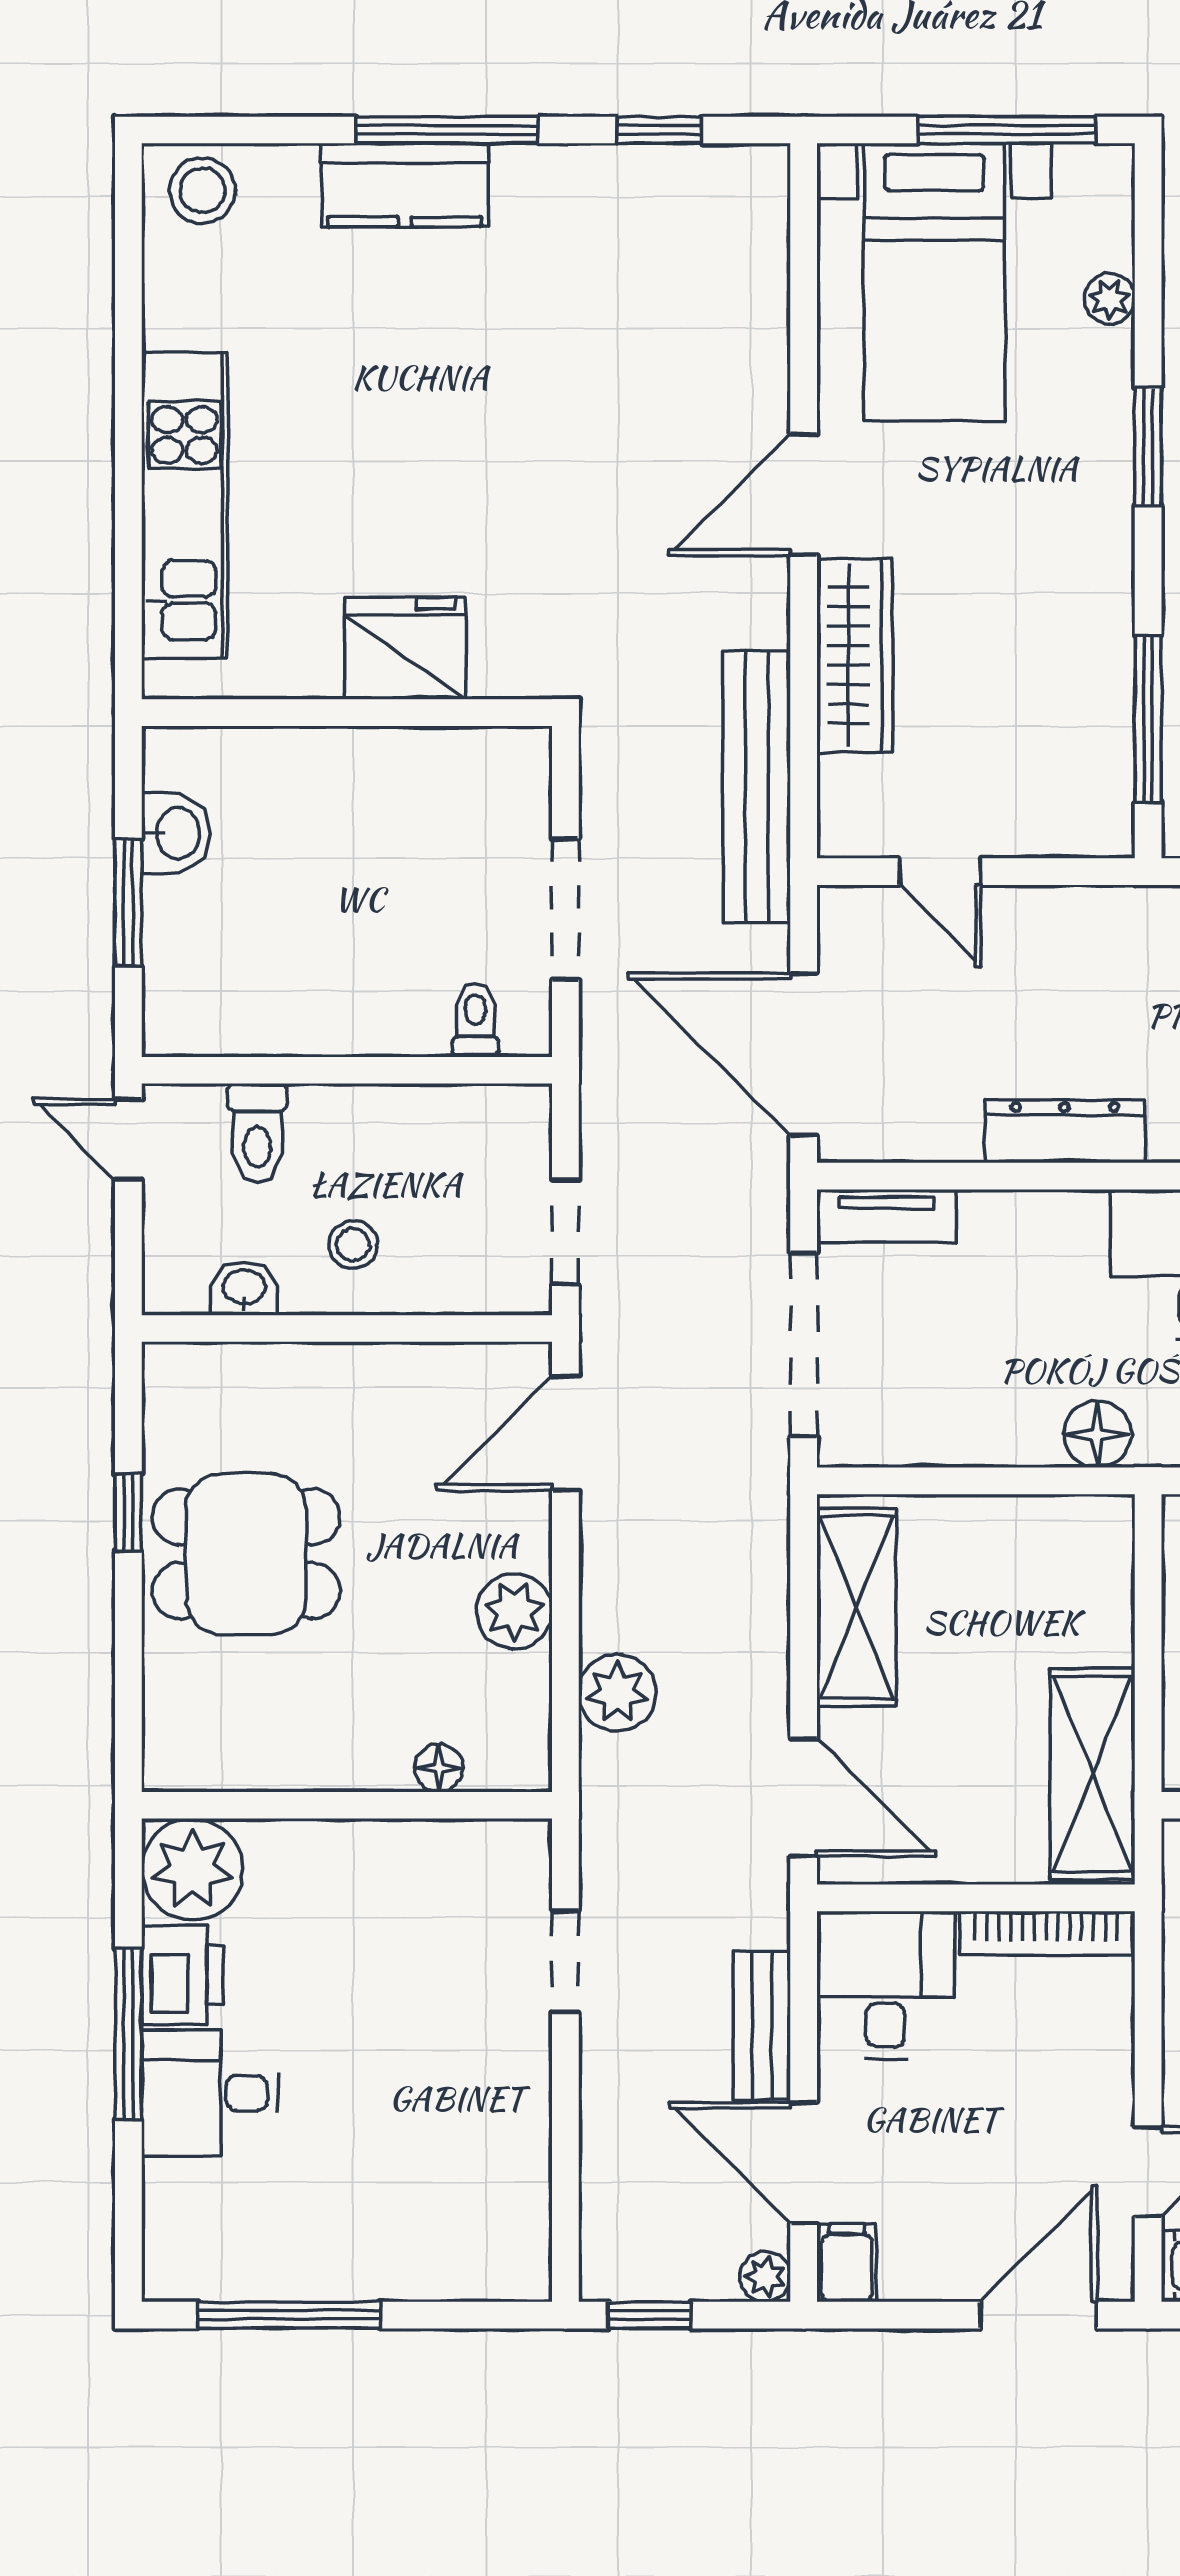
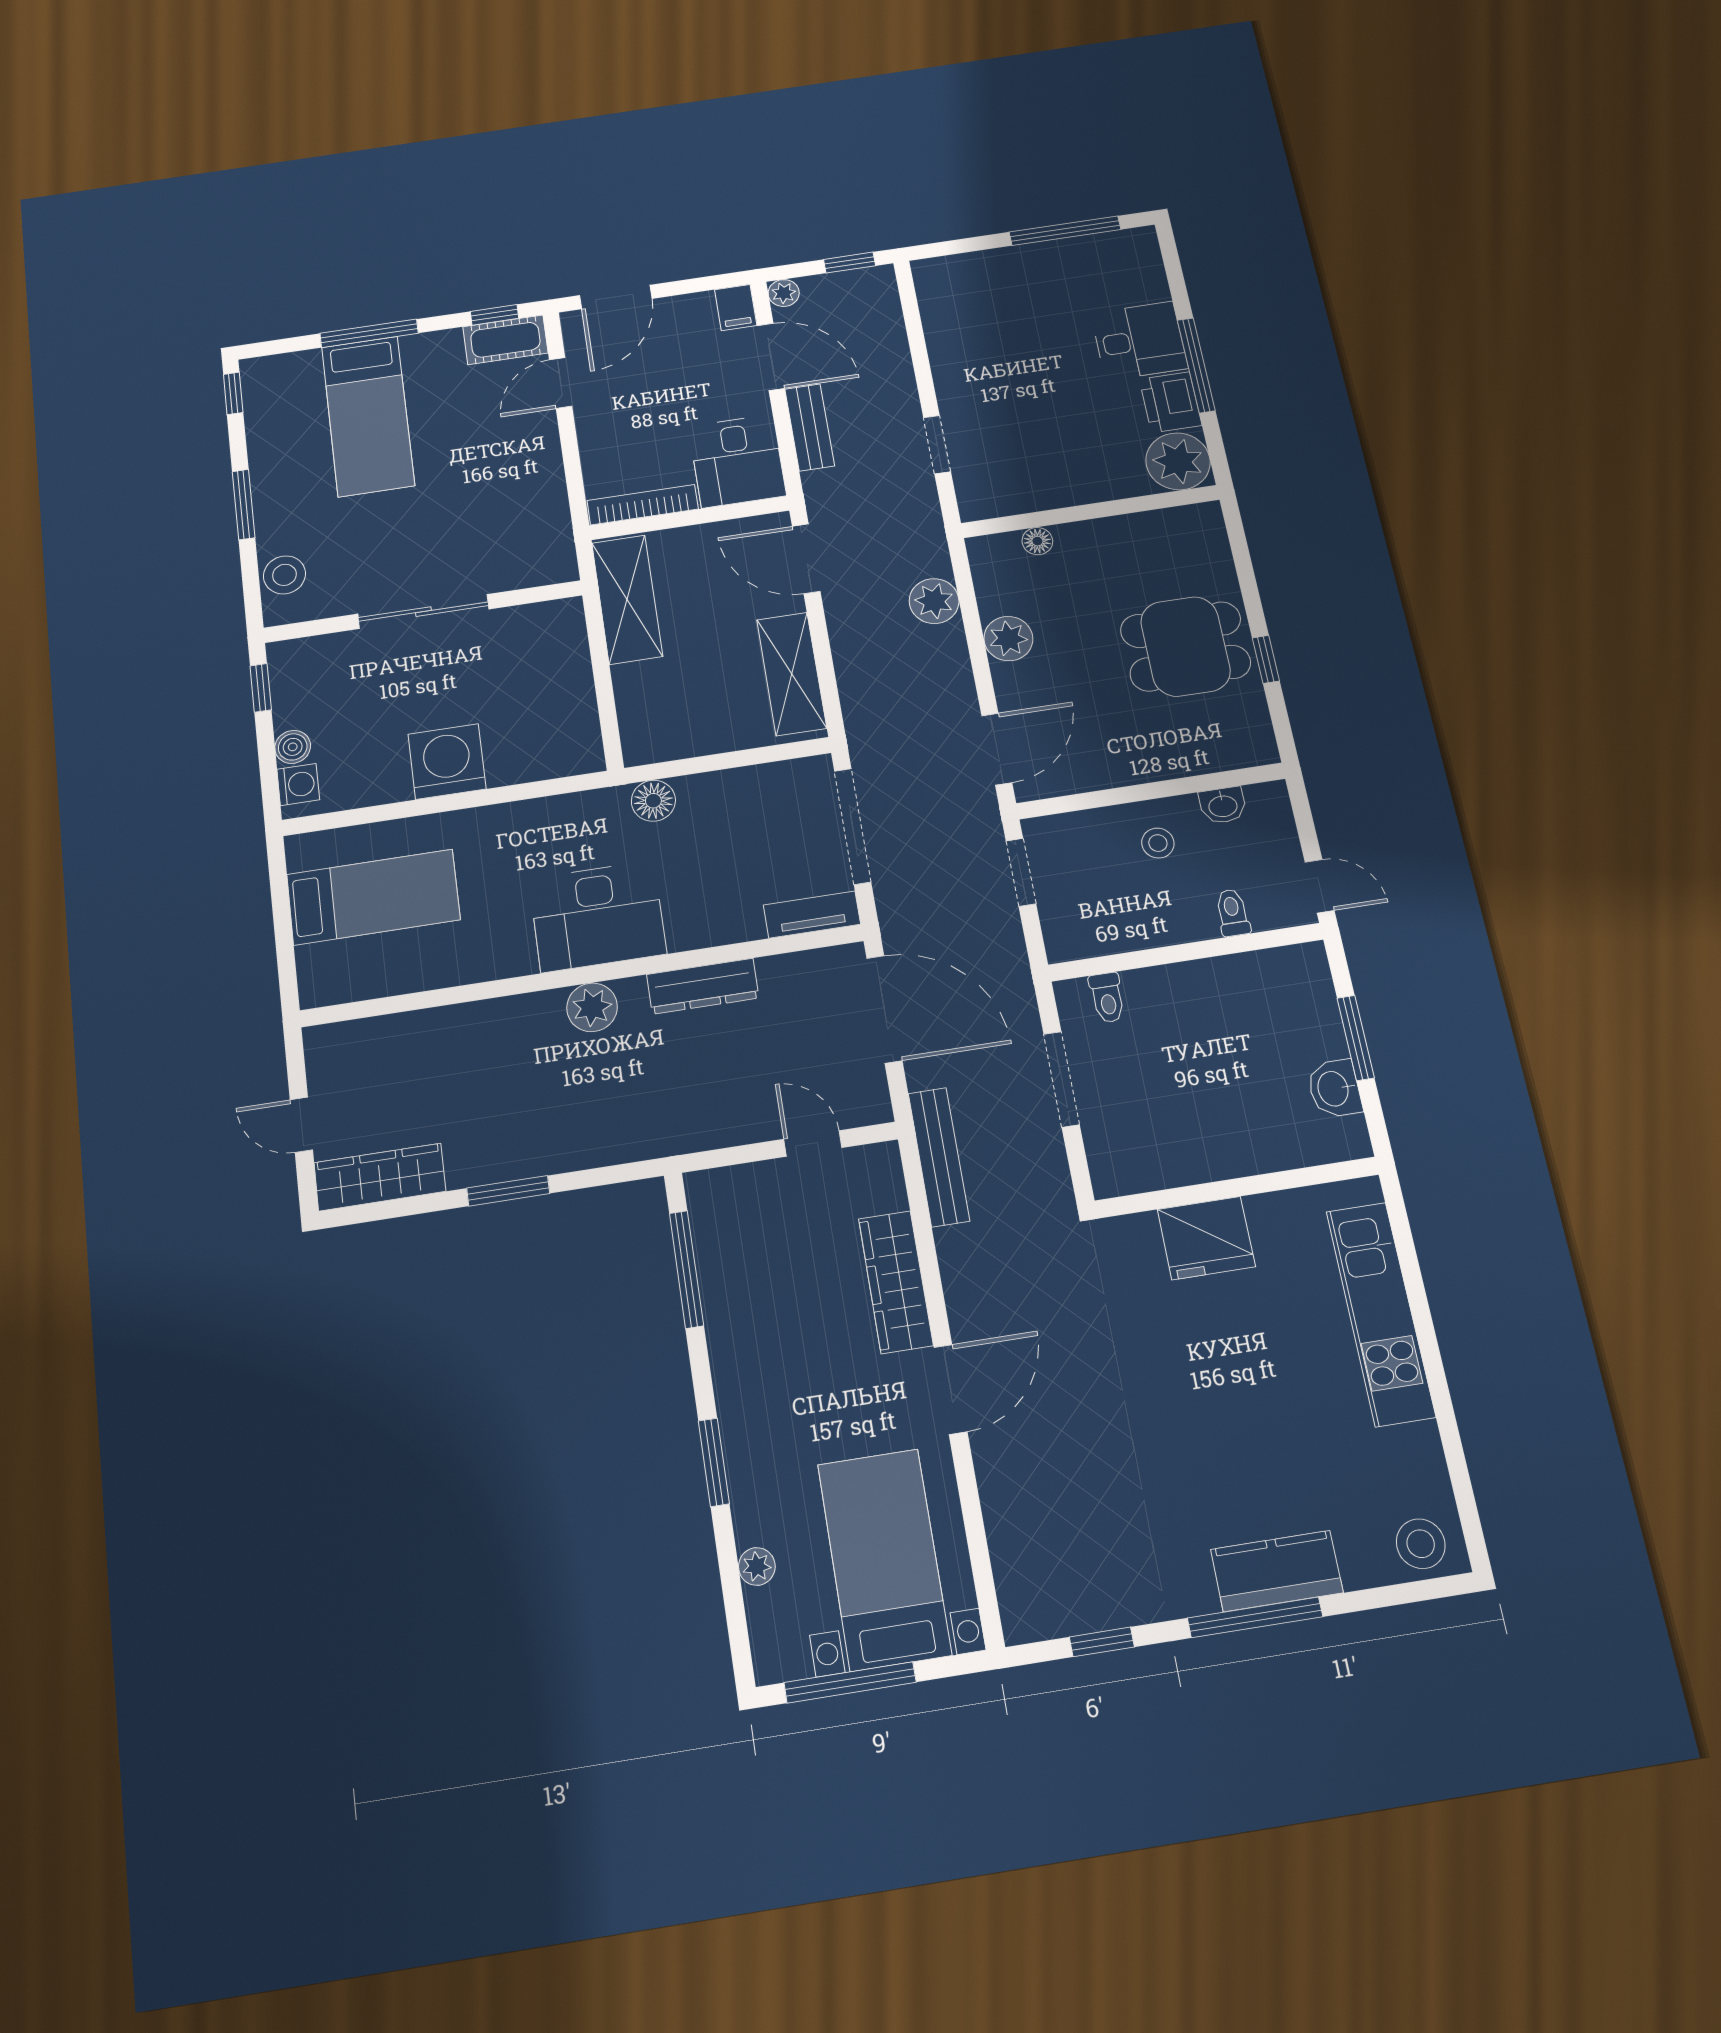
bench: (757, 787) -> (939, 1157), width x0.73, depth x0.82
toilet: (257, 1133) -> (1233, 913), width x0.73, depth x0.72

